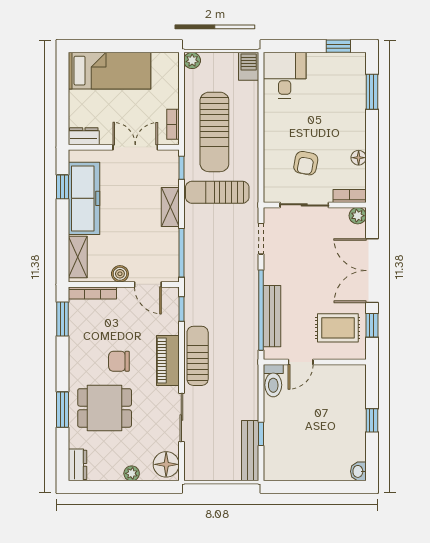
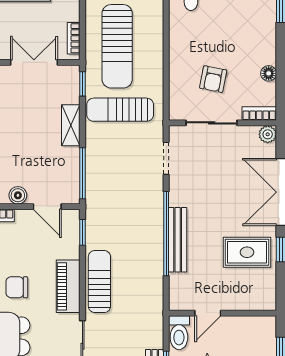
door: (301, 362) -> (208, 313), moved
wall: (315, 362) -> (223, 313), moved
toilet: (273, 381) -> (179, 333), moved

